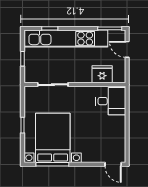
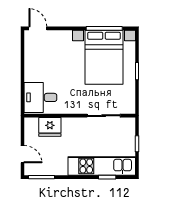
kitchen unit: (66, 39) -> (102, 166), width x0.73

